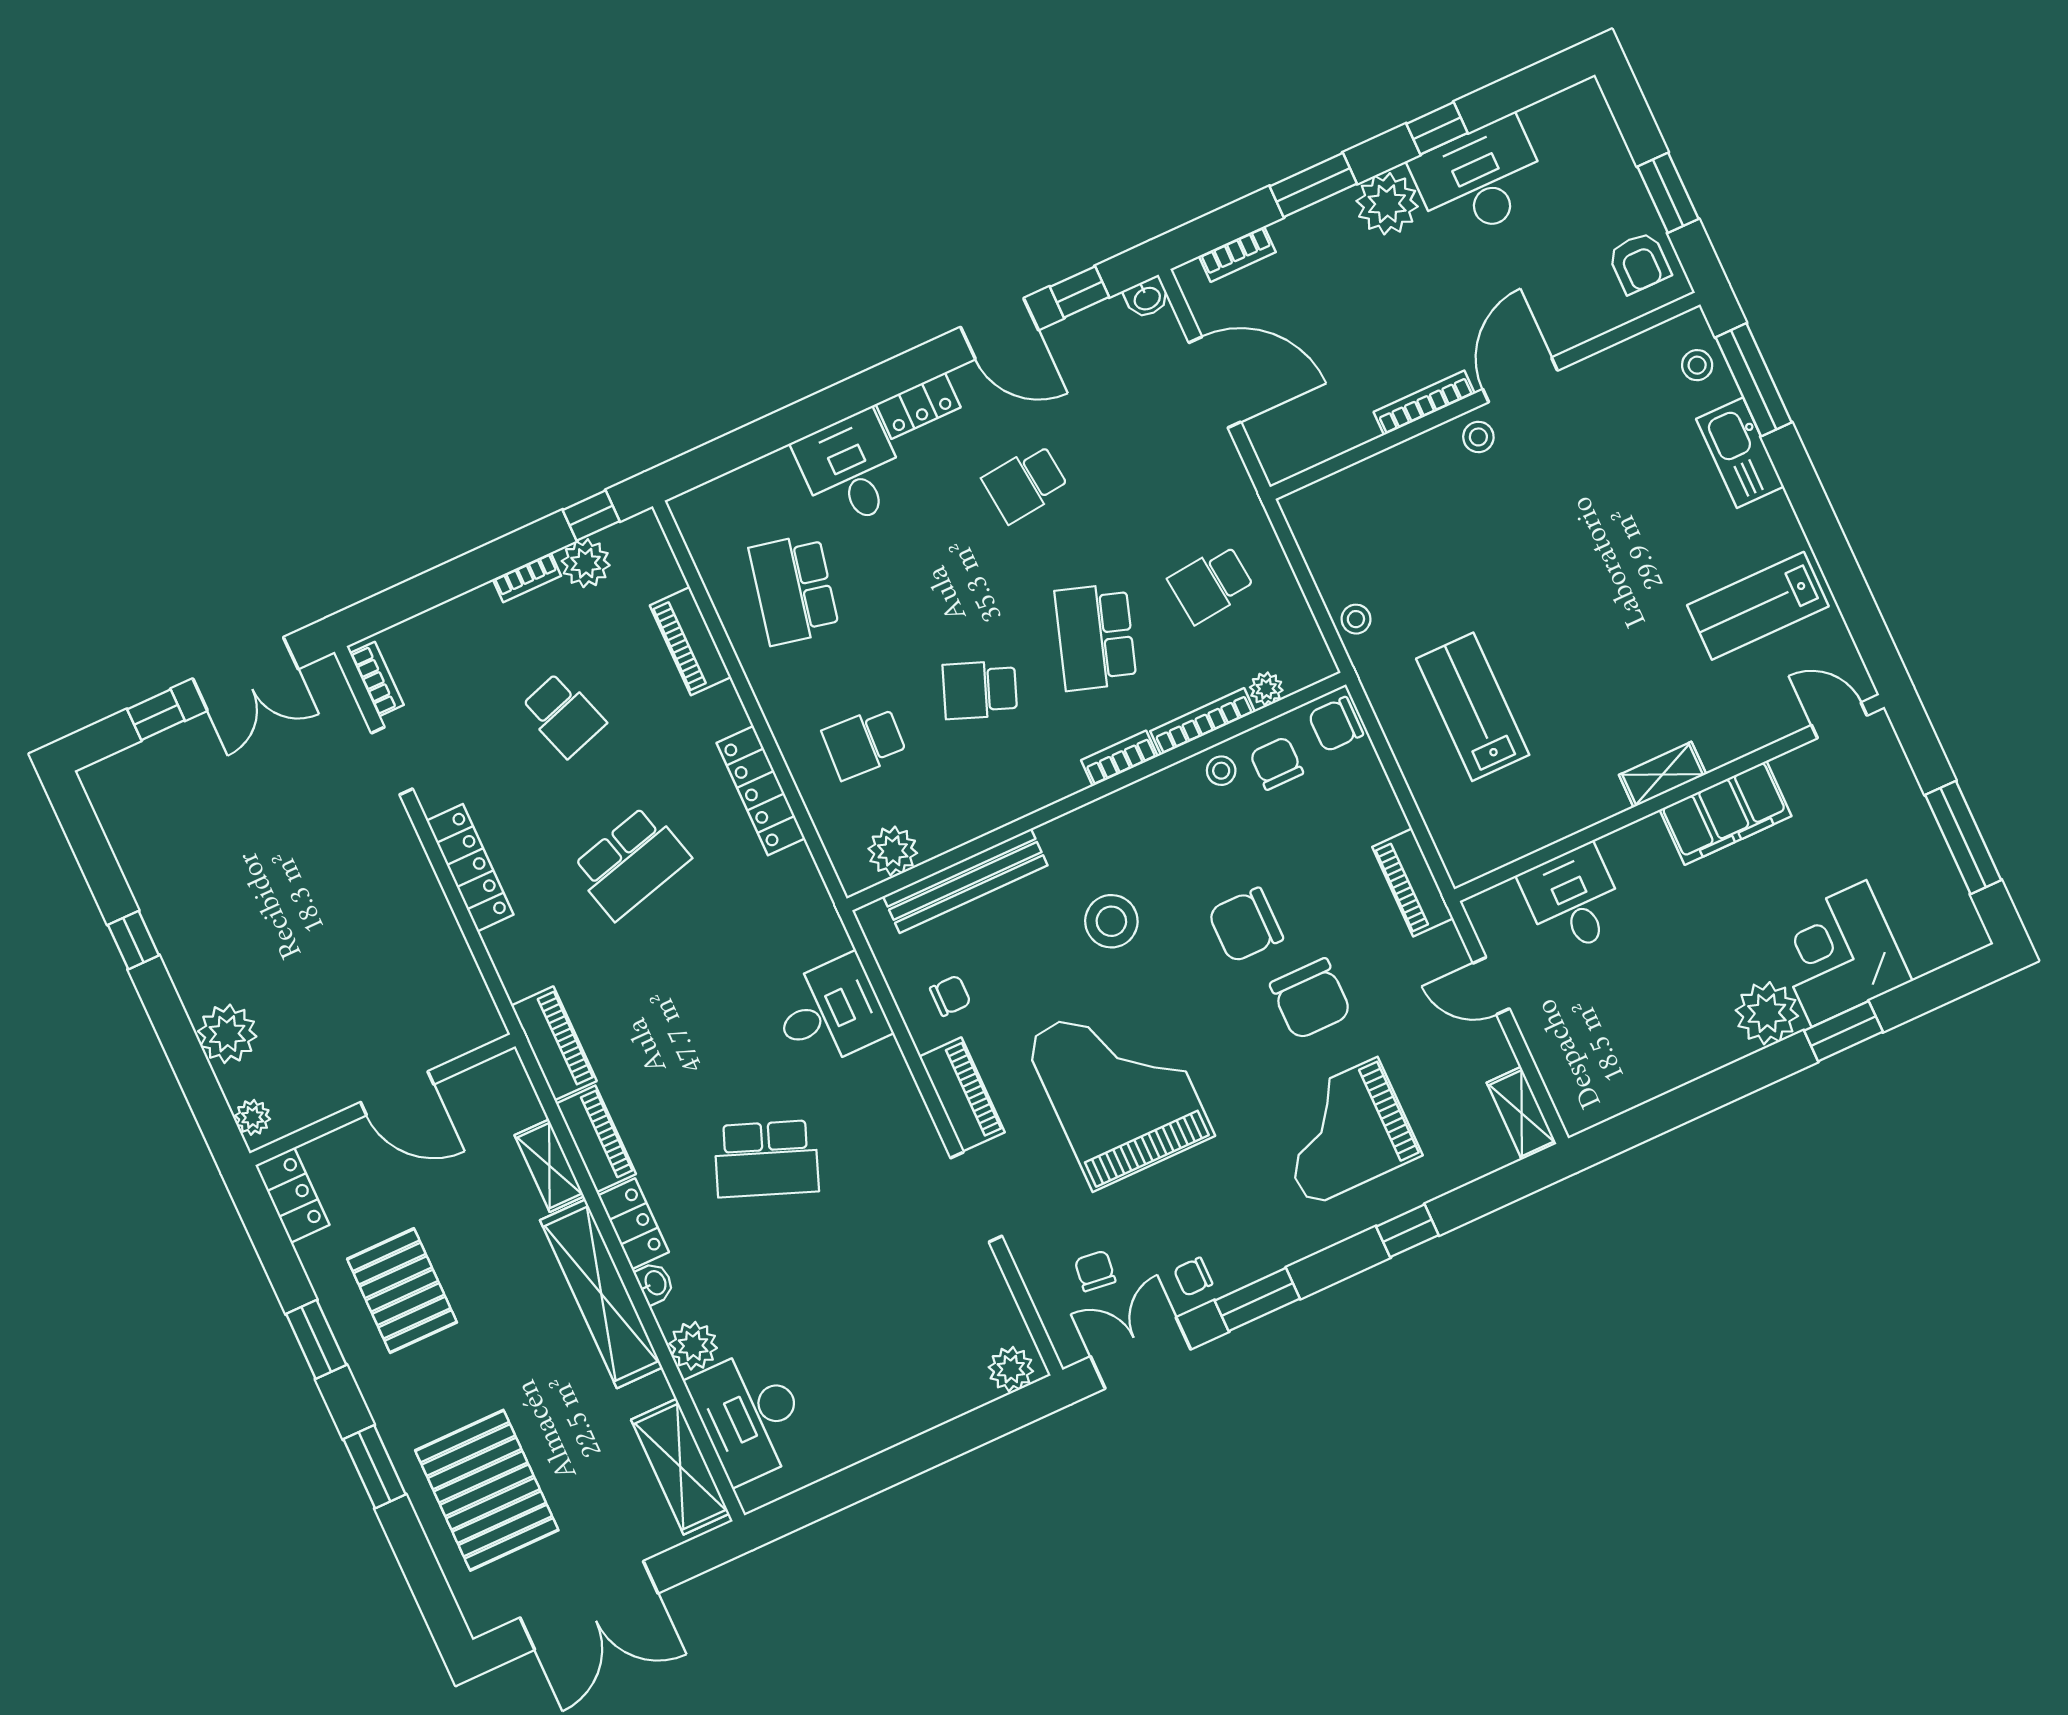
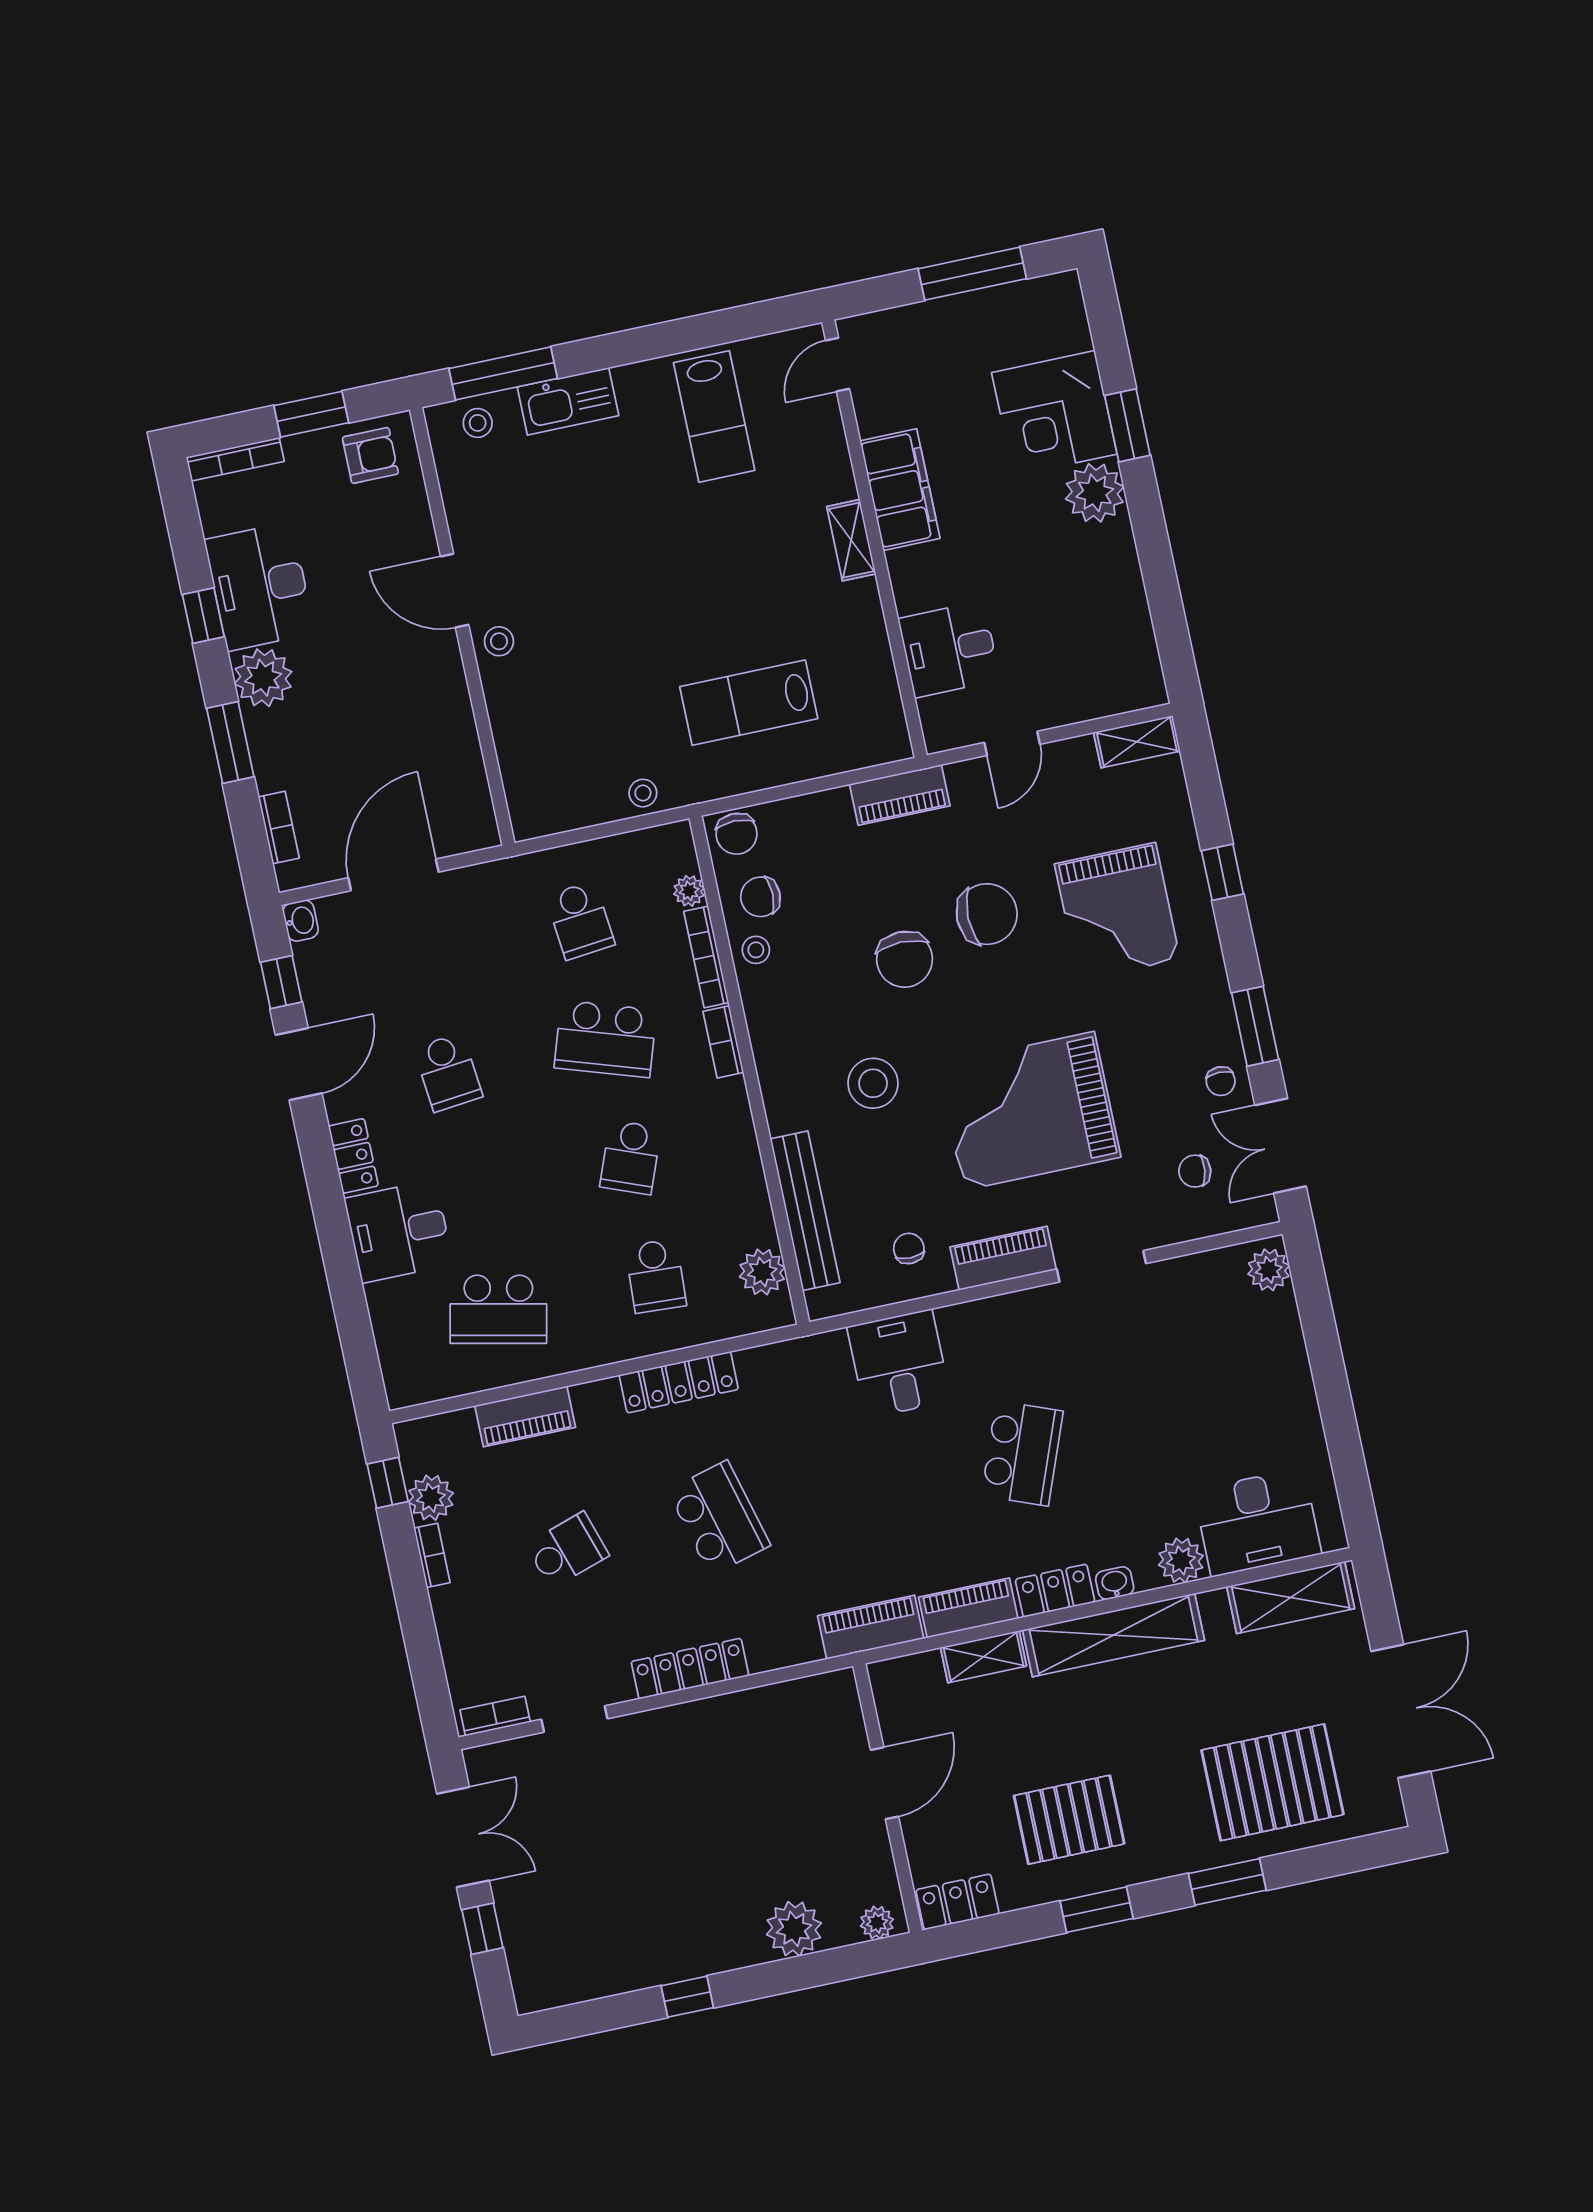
bookcase: (1424, 403) -> (235, 459), moved, turned -90

